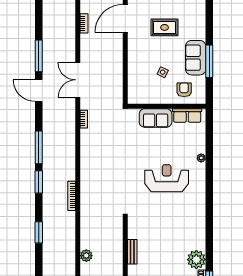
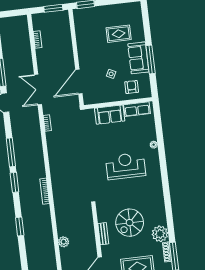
door: (125, 18) -> (79, 82), moved
rug: (165, 27) -> (119, 34), moved
spiral stairs: (163, 243) -> (130, 223), added

